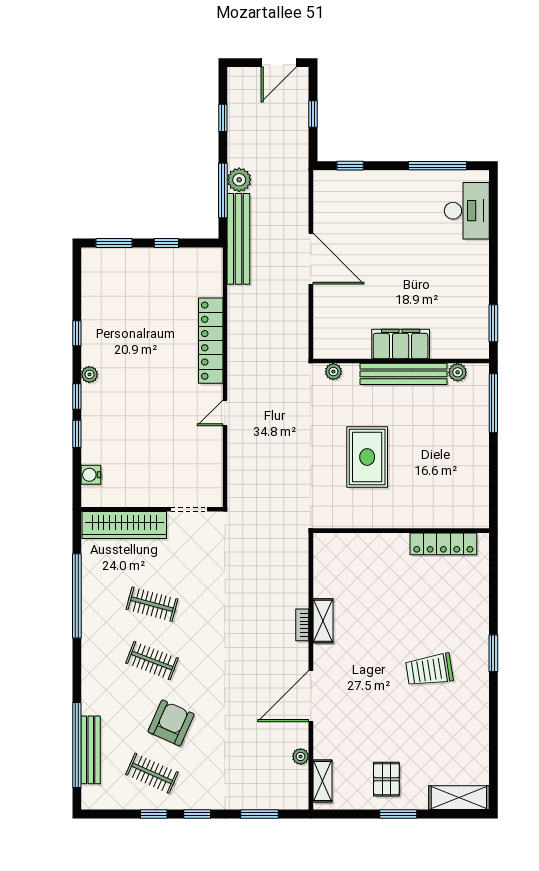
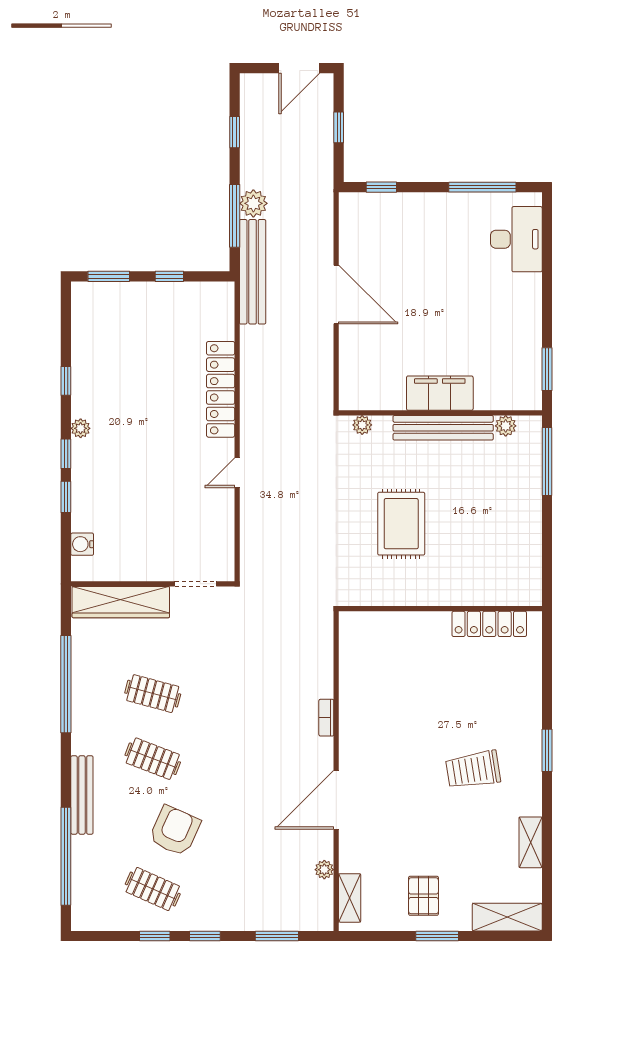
shelving: (323, 621) -> (531, 842), moved
bench: (91, 750) -> (82, 795), moved

